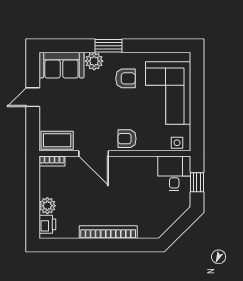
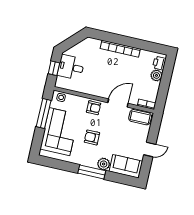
window: (109, 46) -> (92, 172), width x1.44
armchair: (126, 78) -> (92, 137), moved
window: (197, 114) -> (44, 113), added
door: (94, 153) -> (118, 103), hinge flipped
desk: (174, 173) -> (71, 67), moved, turned 90

